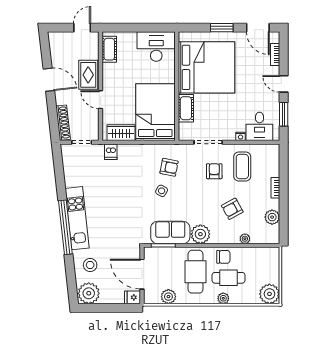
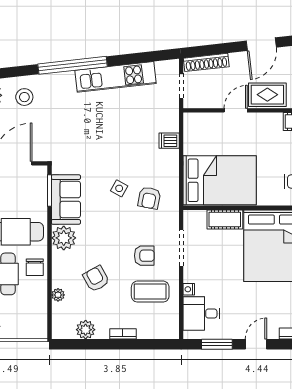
wardrobe: (121, 133) -> (193, 137), removed
dishwasher: (111, 152) -> (169, 141), moved
kitchen unit: (77, 218) -> (115, 77), moved

